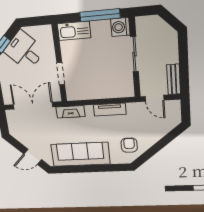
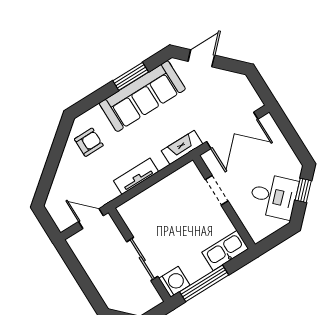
bench: (174, 79) -> (82, 253), removed
armchair: (129, 145) -> (89, 142), turned -90
window: (82, 169) -> (131, 76), added

